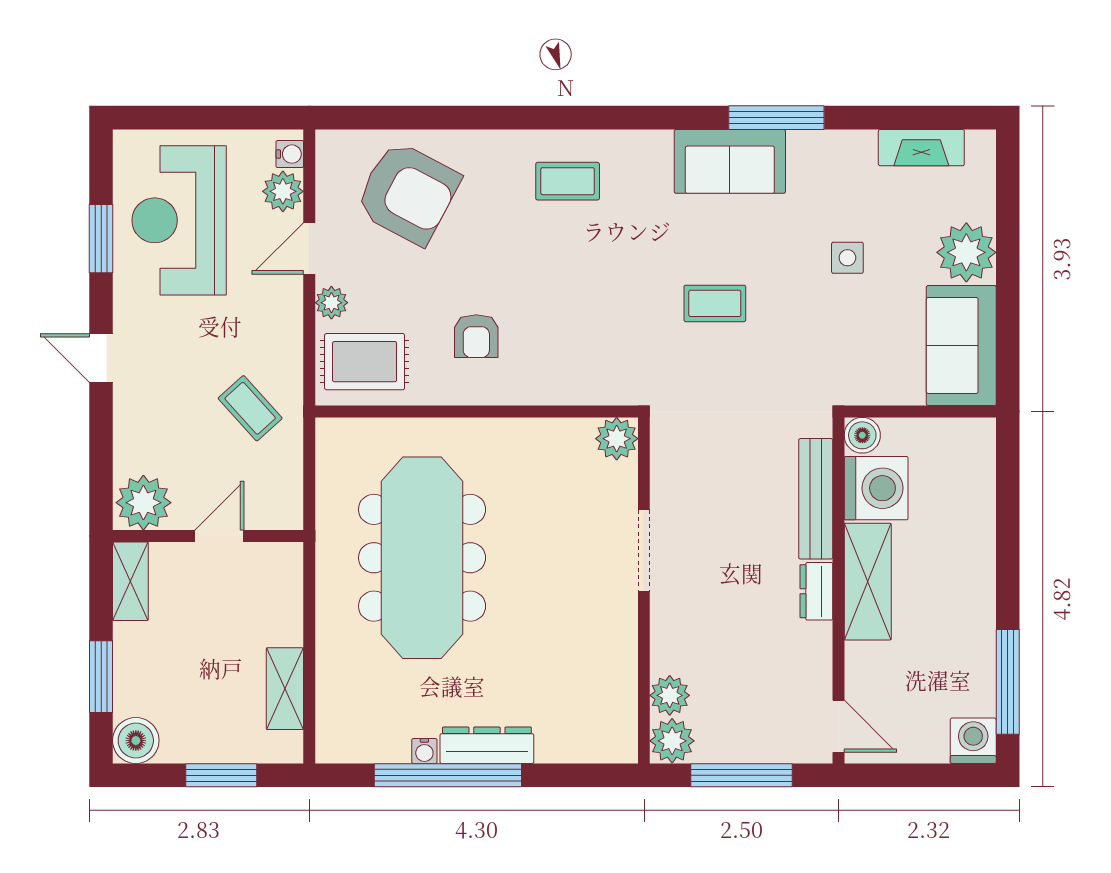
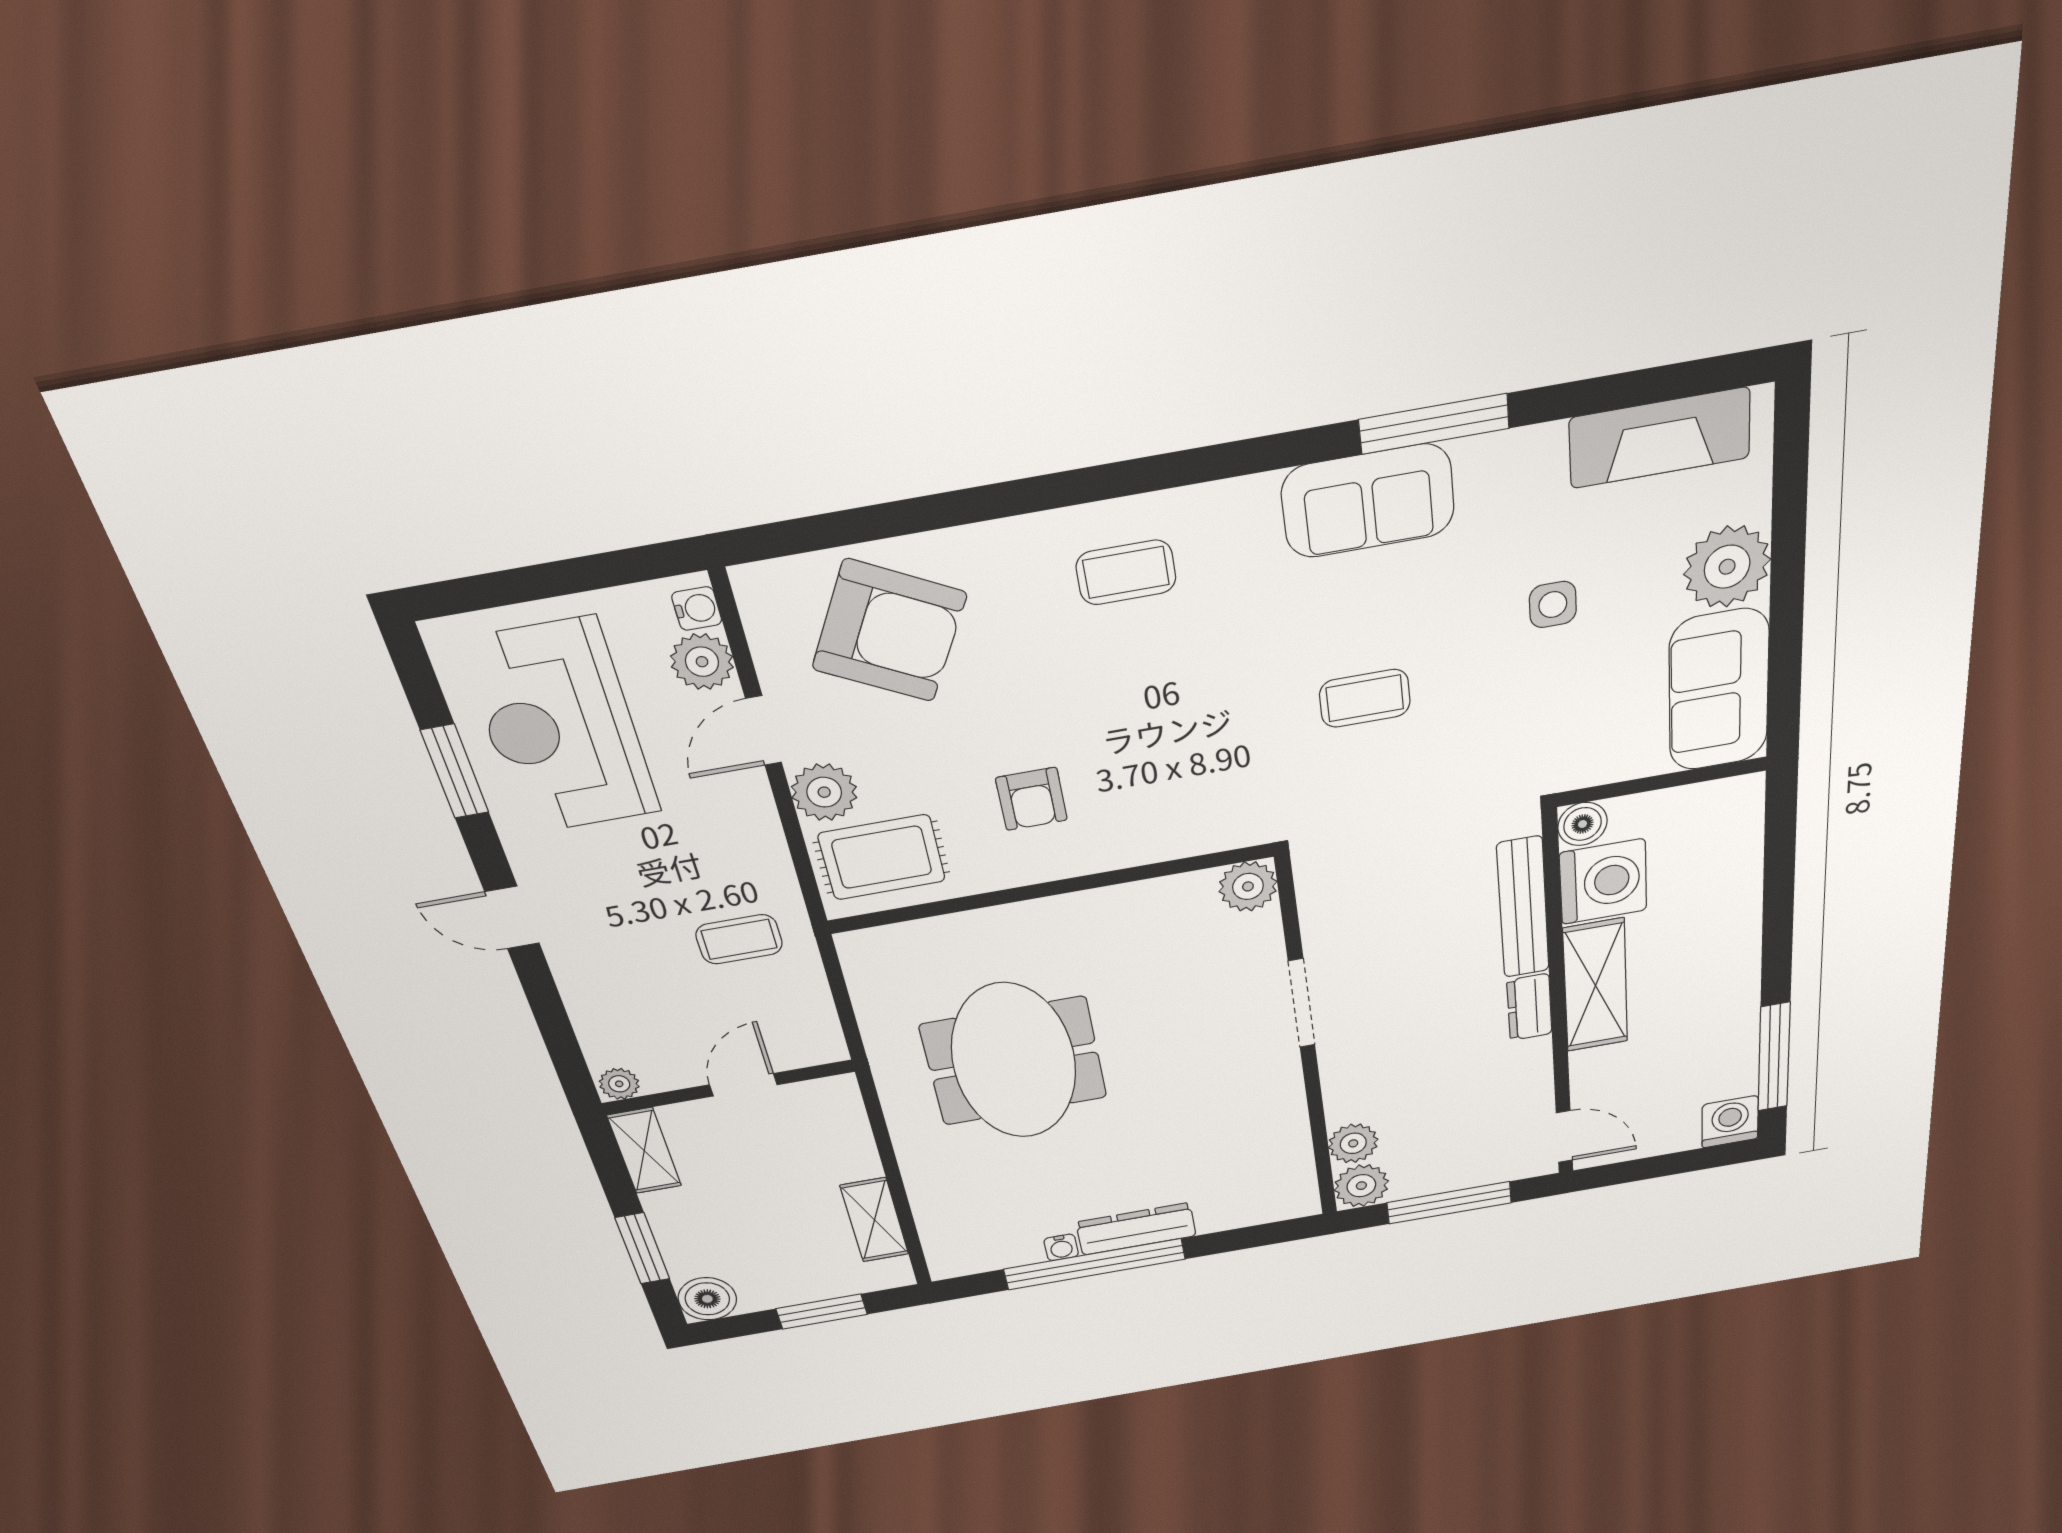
fireplace: (921, 148) -> (1660, 438), width x1.37, depth x1.32
plant: (331, 303) -> (824, 792), width x1.38, depth x1.38
coffee table: (250, 408) -> (739, 939), turned -48
plant: (143, 503) -> (619, 1084), width x0.53, depth x0.53
meeting table: (422, 558) -> (1014, 1061), width x0.73

